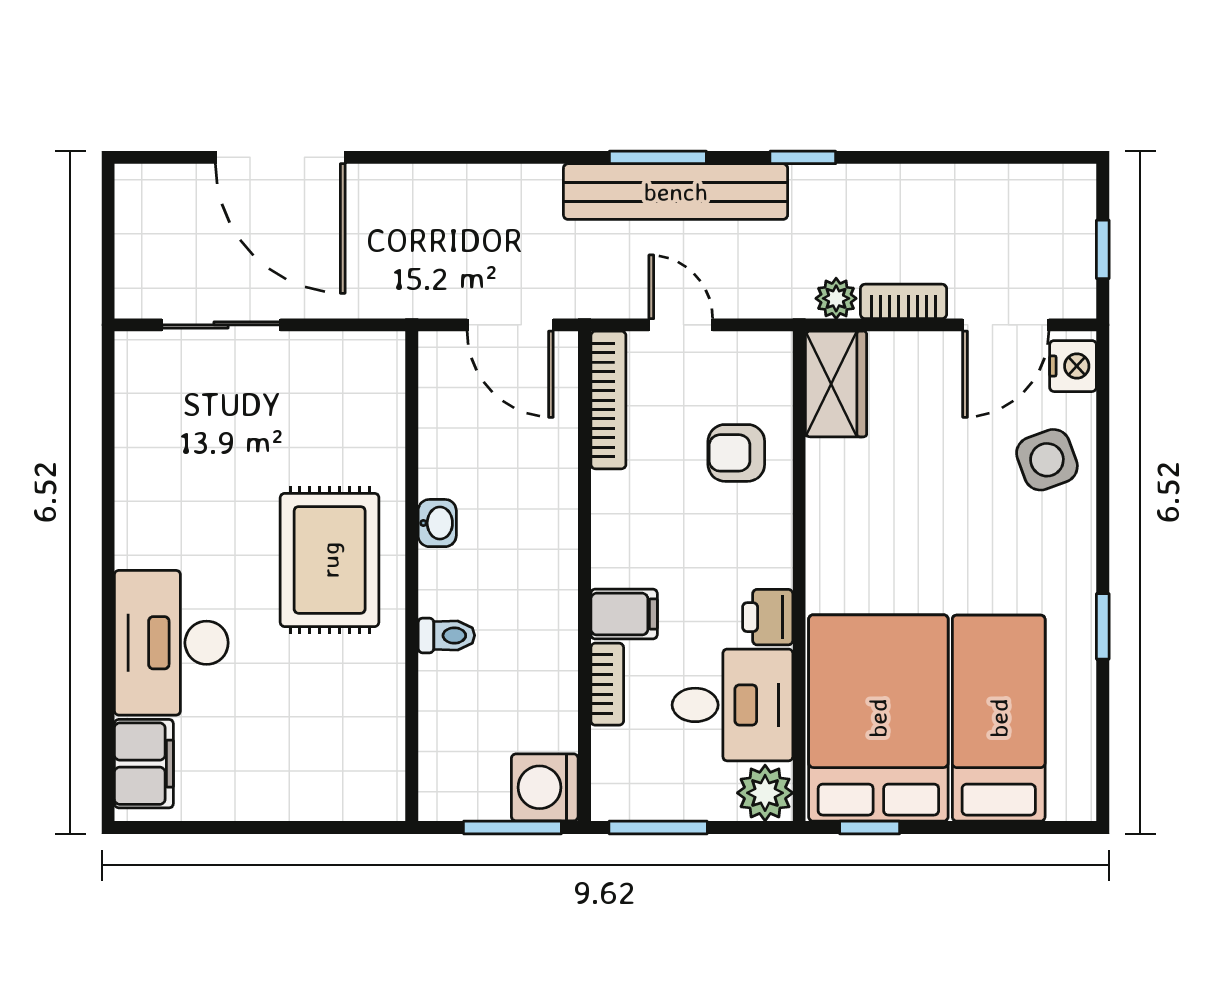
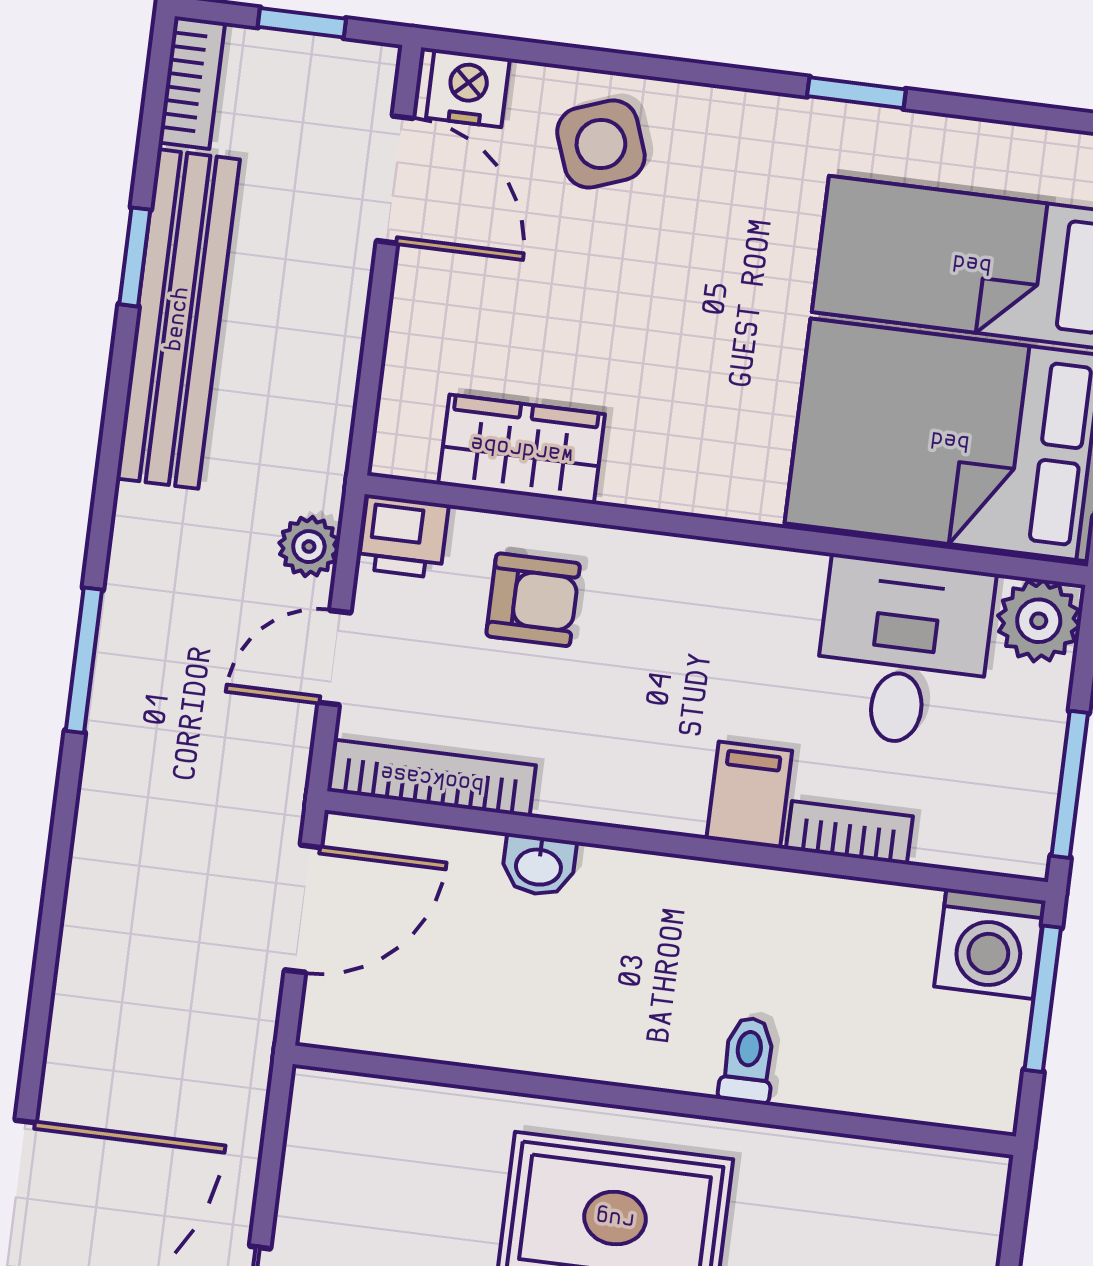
window: (803, 157) -> (135, 257), moved
bench: (676, 192) -> (178, 319), moved
plant: (836, 298) -> (309, 547), moved
bookcase: (904, 301) -> (192, 83), moved, turned 180
wardrobe: (836, 384) -> (522, 449), moved
armchair: (736, 453) -> (533, 600), turned -90
washbasin: (437, 523) -> (539, 865), moved, turned 180
printer: (768, 617) -> (403, 536), moved

